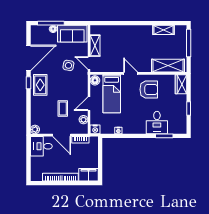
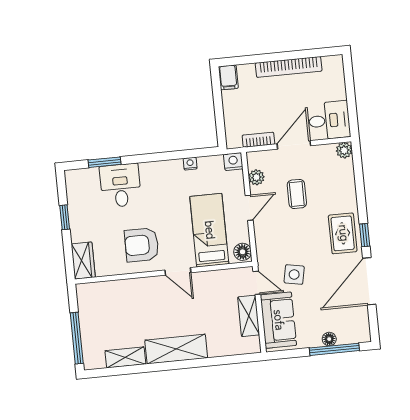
sofa: (72, 34) -> (278, 320), moved, turned 90
shelving: (168, 66) -> (176, 349), moved
door: (62, 135) -> (294, 145), hinge flipped
filing cabinet: (88, 175) -> (228, 77), width x0.50

